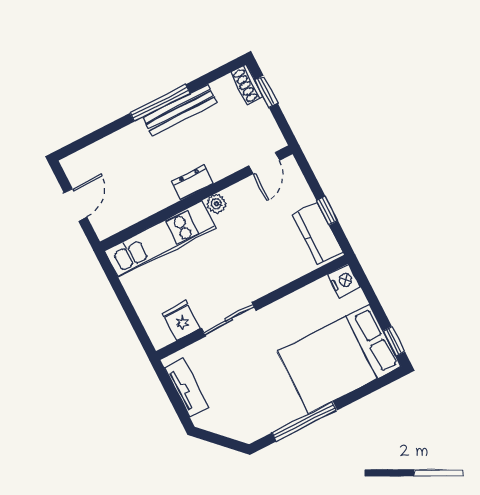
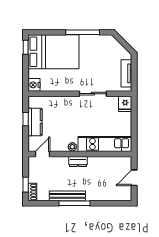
kitchen counter: (317, 233) -> (35, 122), moved
fridge: (181, 320) -> (125, 104), moved

